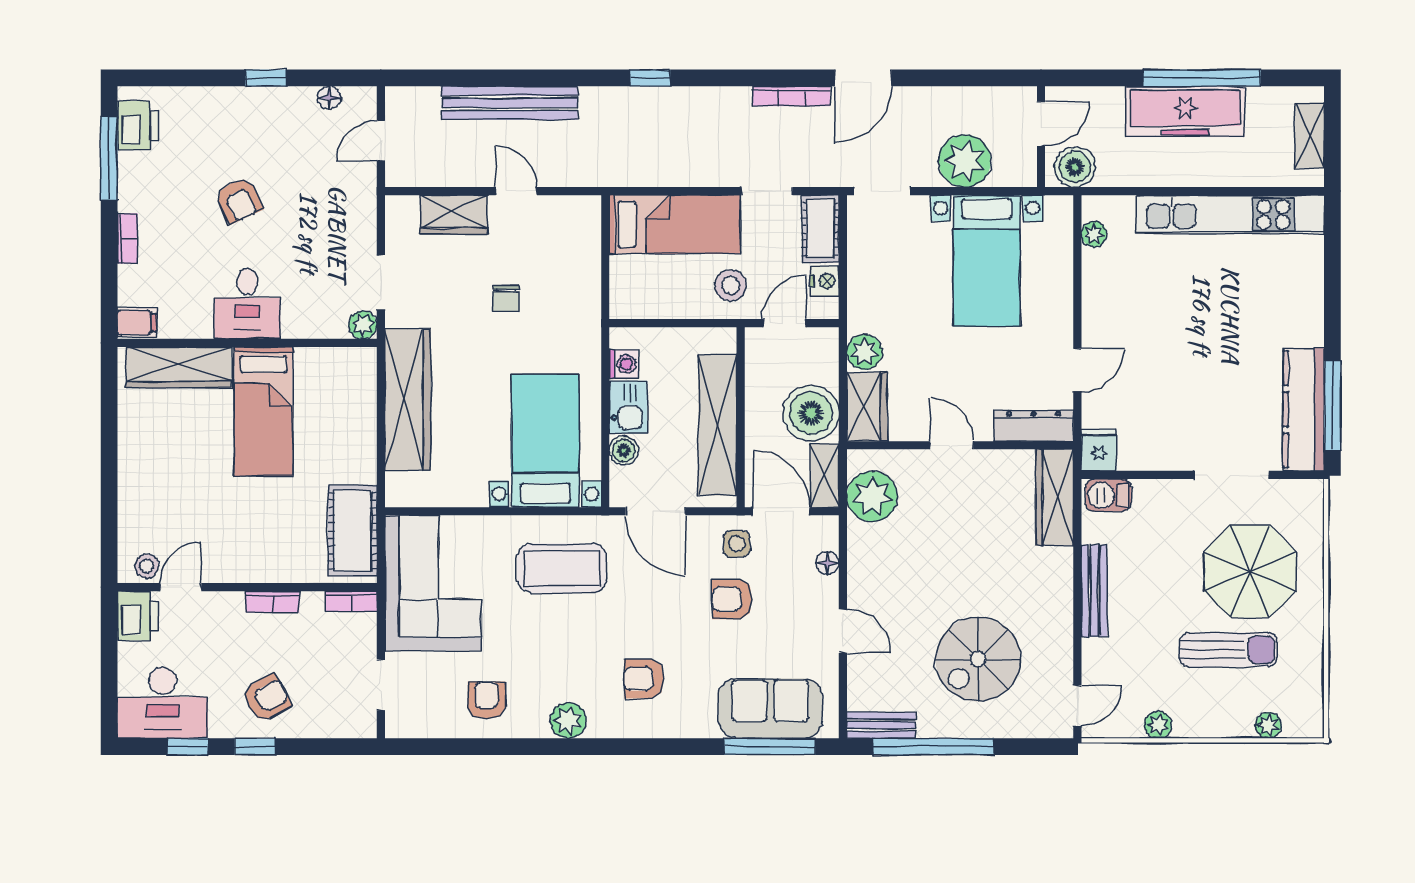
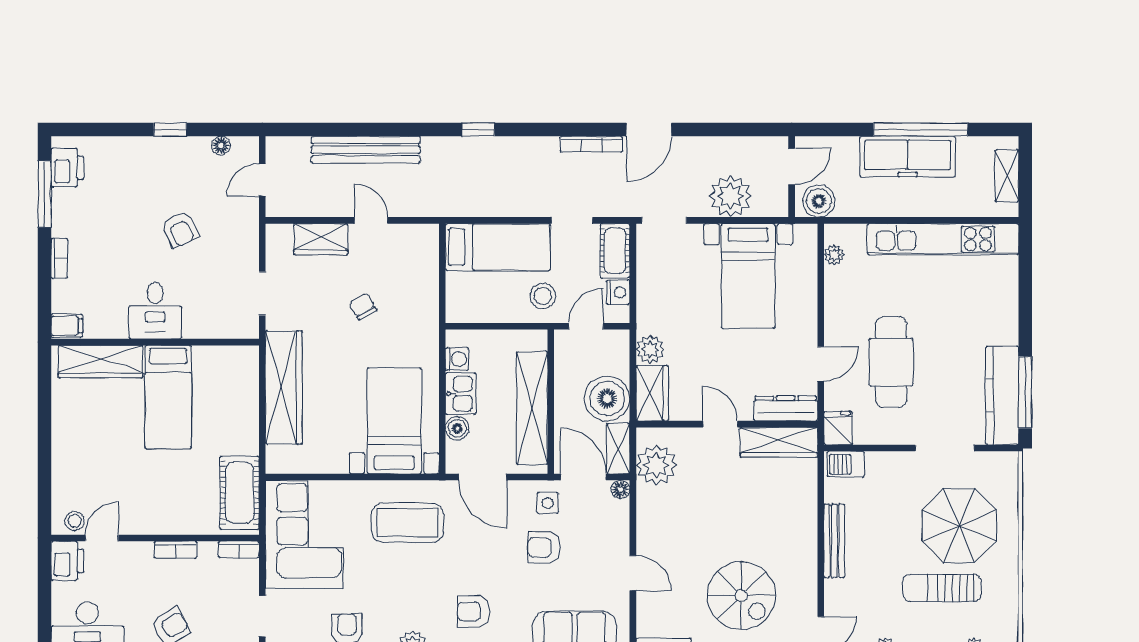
armchair: (239, 200) -> (180, 229), moved
chair: (506, 298) -> (363, 306), turned 150
plant: (363, 325) -> (248, 328), removed
cafe table: (1165, 368) -> (891, 362), added
wardrobe: (1055, 498) -> (779, 442), moved, turned -90
floor lamp: (827, 563) -> (620, 489), moved
sun lounger: (1228, 650) -> (942, 588), turned 180
spiral stairs: (978, 659) -> (741, 596), turned -90

